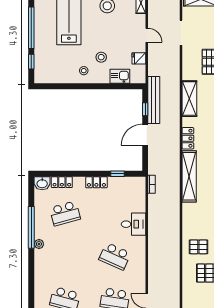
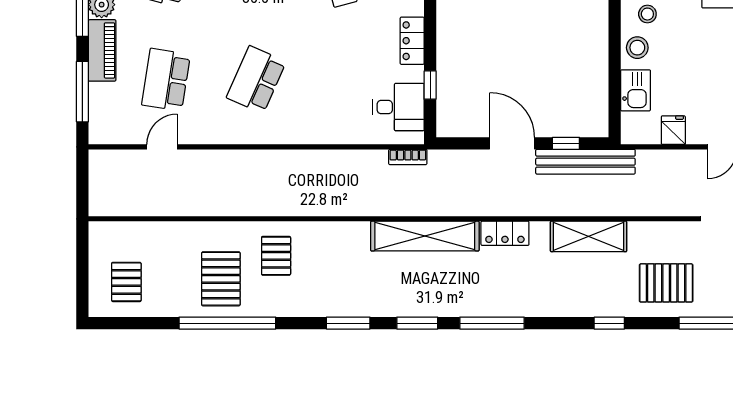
stool: (101, 57) -> (637, 48), moved
desk: (134, 224) -> (399, 107), moved, turned -90

